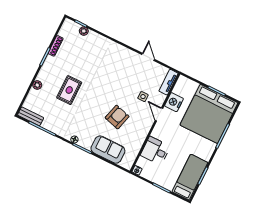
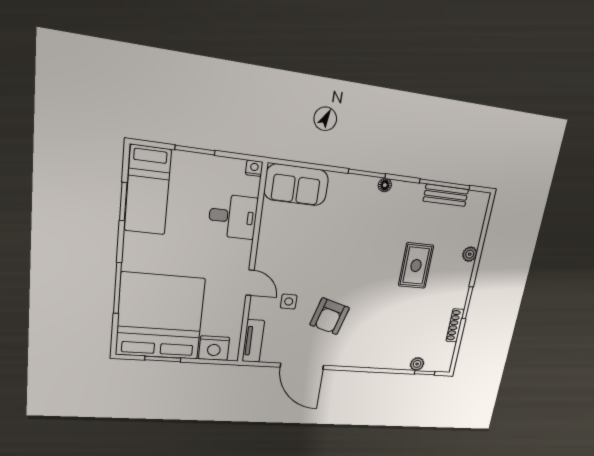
door: (148, 57) -> (302, 366), width x1.87
nightstand: (174, 102) -> (214, 348), moved, turned 90
bench: (31, 116) -> (446, 195), moved
armchair: (117, 117) -> (330, 316), moved
sofa: (108, 150) -> (296, 185), moved

